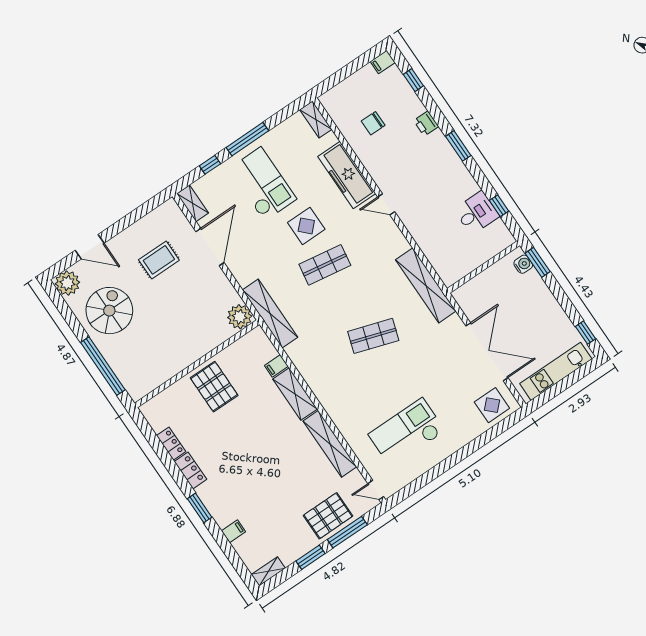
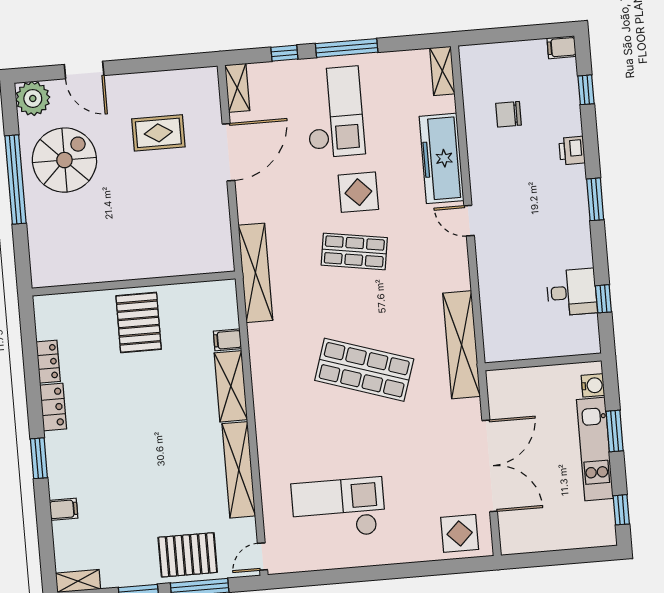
window: (538, 262) -> (615, 431), moved
plant: (240, 317) -> (217, 256), removed
shop shelf: (373, 336) -> (364, 370), width x1.43, depth x1.36
window: (103, 366) -> (15, 180), moved
kitchen unit: (556, 371) -> (595, 449), moved, turned -90
door: (376, 490) -> (262, 556), hinge flipped

